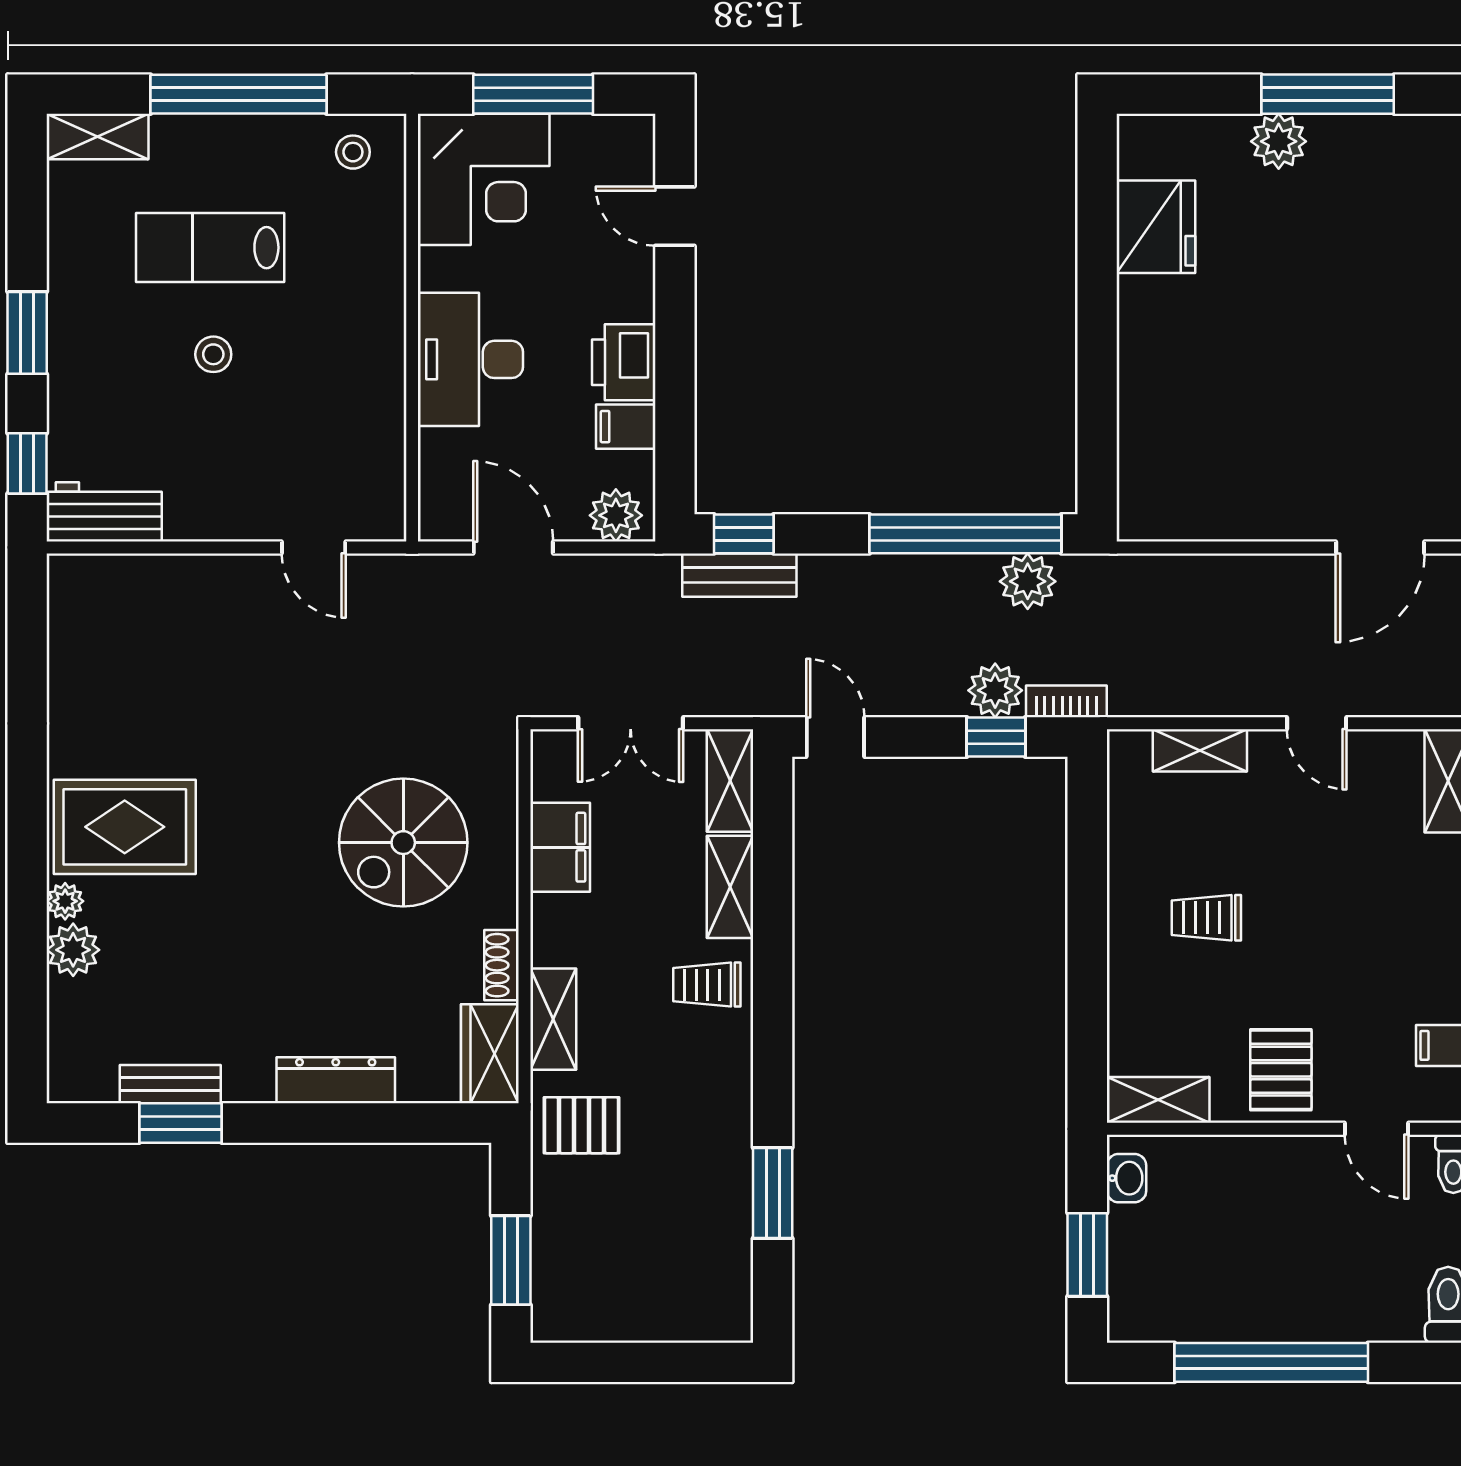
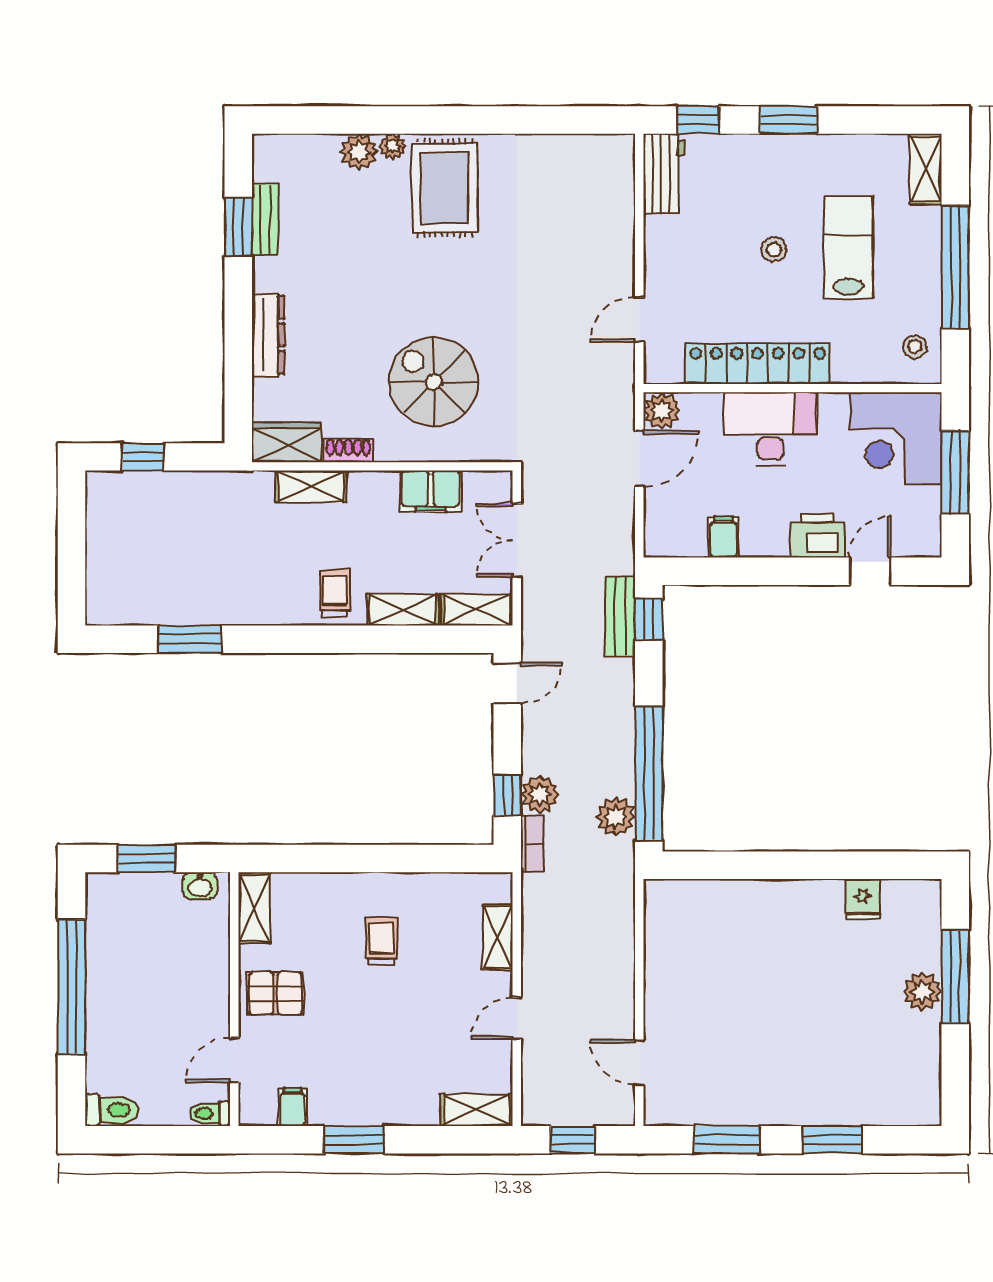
window: (1328, 94) -> (955, 977), moved
fridge: (1156, 227) -> (863, 899), width x0.53, depth x0.75
printer: (624, 362) -> (817, 536), moved
locker: (377, 378) -> (758, 364), added
plant: (616, 515) -> (662, 410), moved
door: (1380, 547) -> (639, 1063), width x0.73
pallet: (582, 1125) -> (237, 506), removed
window: (511, 1260) -> (143, 457), width x0.67

